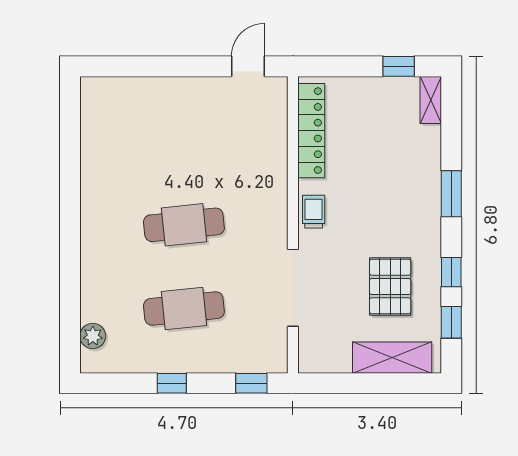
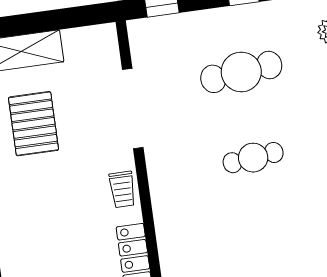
cafe table: (184, 225) -> (253, 158), width x0.73, depth x0.74

